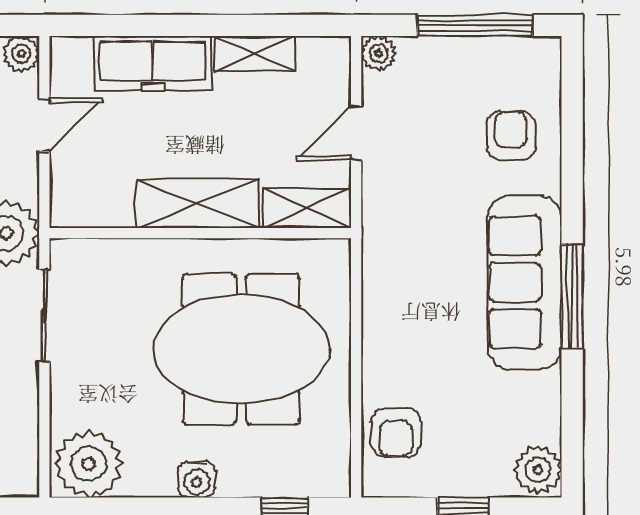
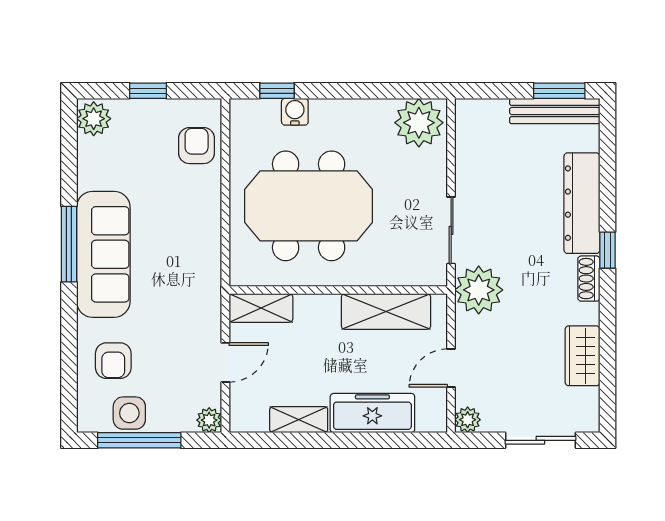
side table: (489, 63) -> (129, 413), added
shelving: (198, 203) -> (386, 311), moved
water cooler: (197, 479) -> (295, 112), moved

